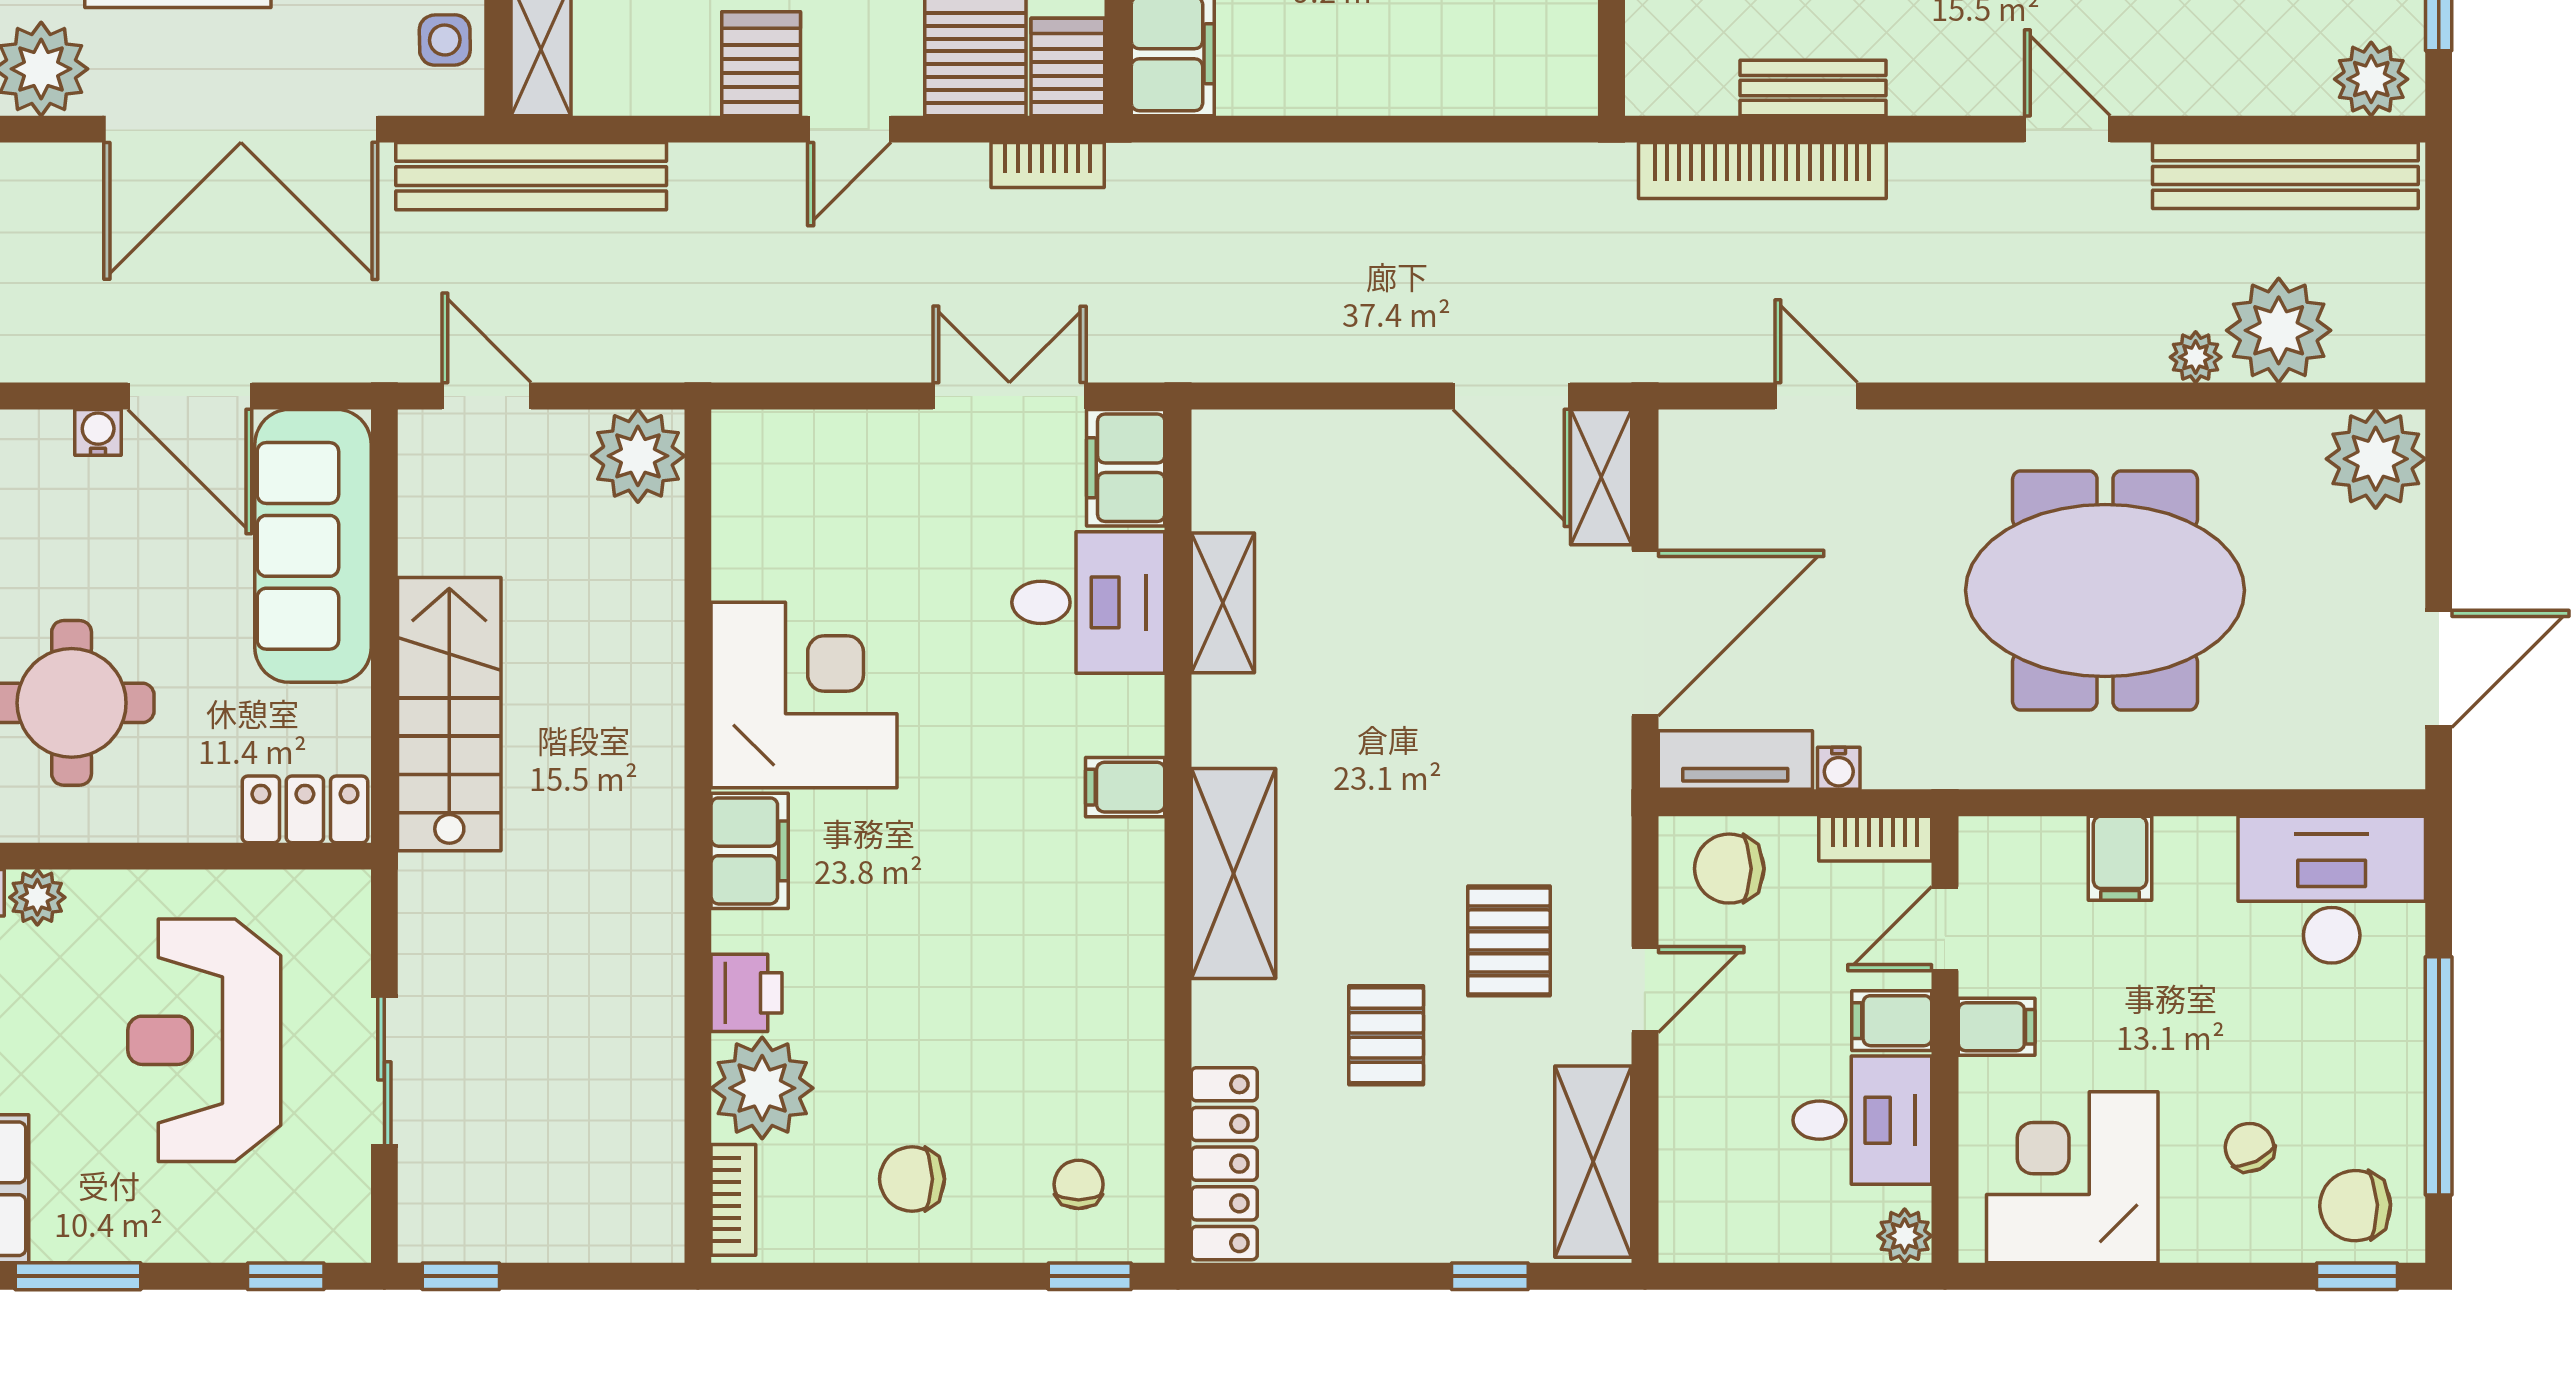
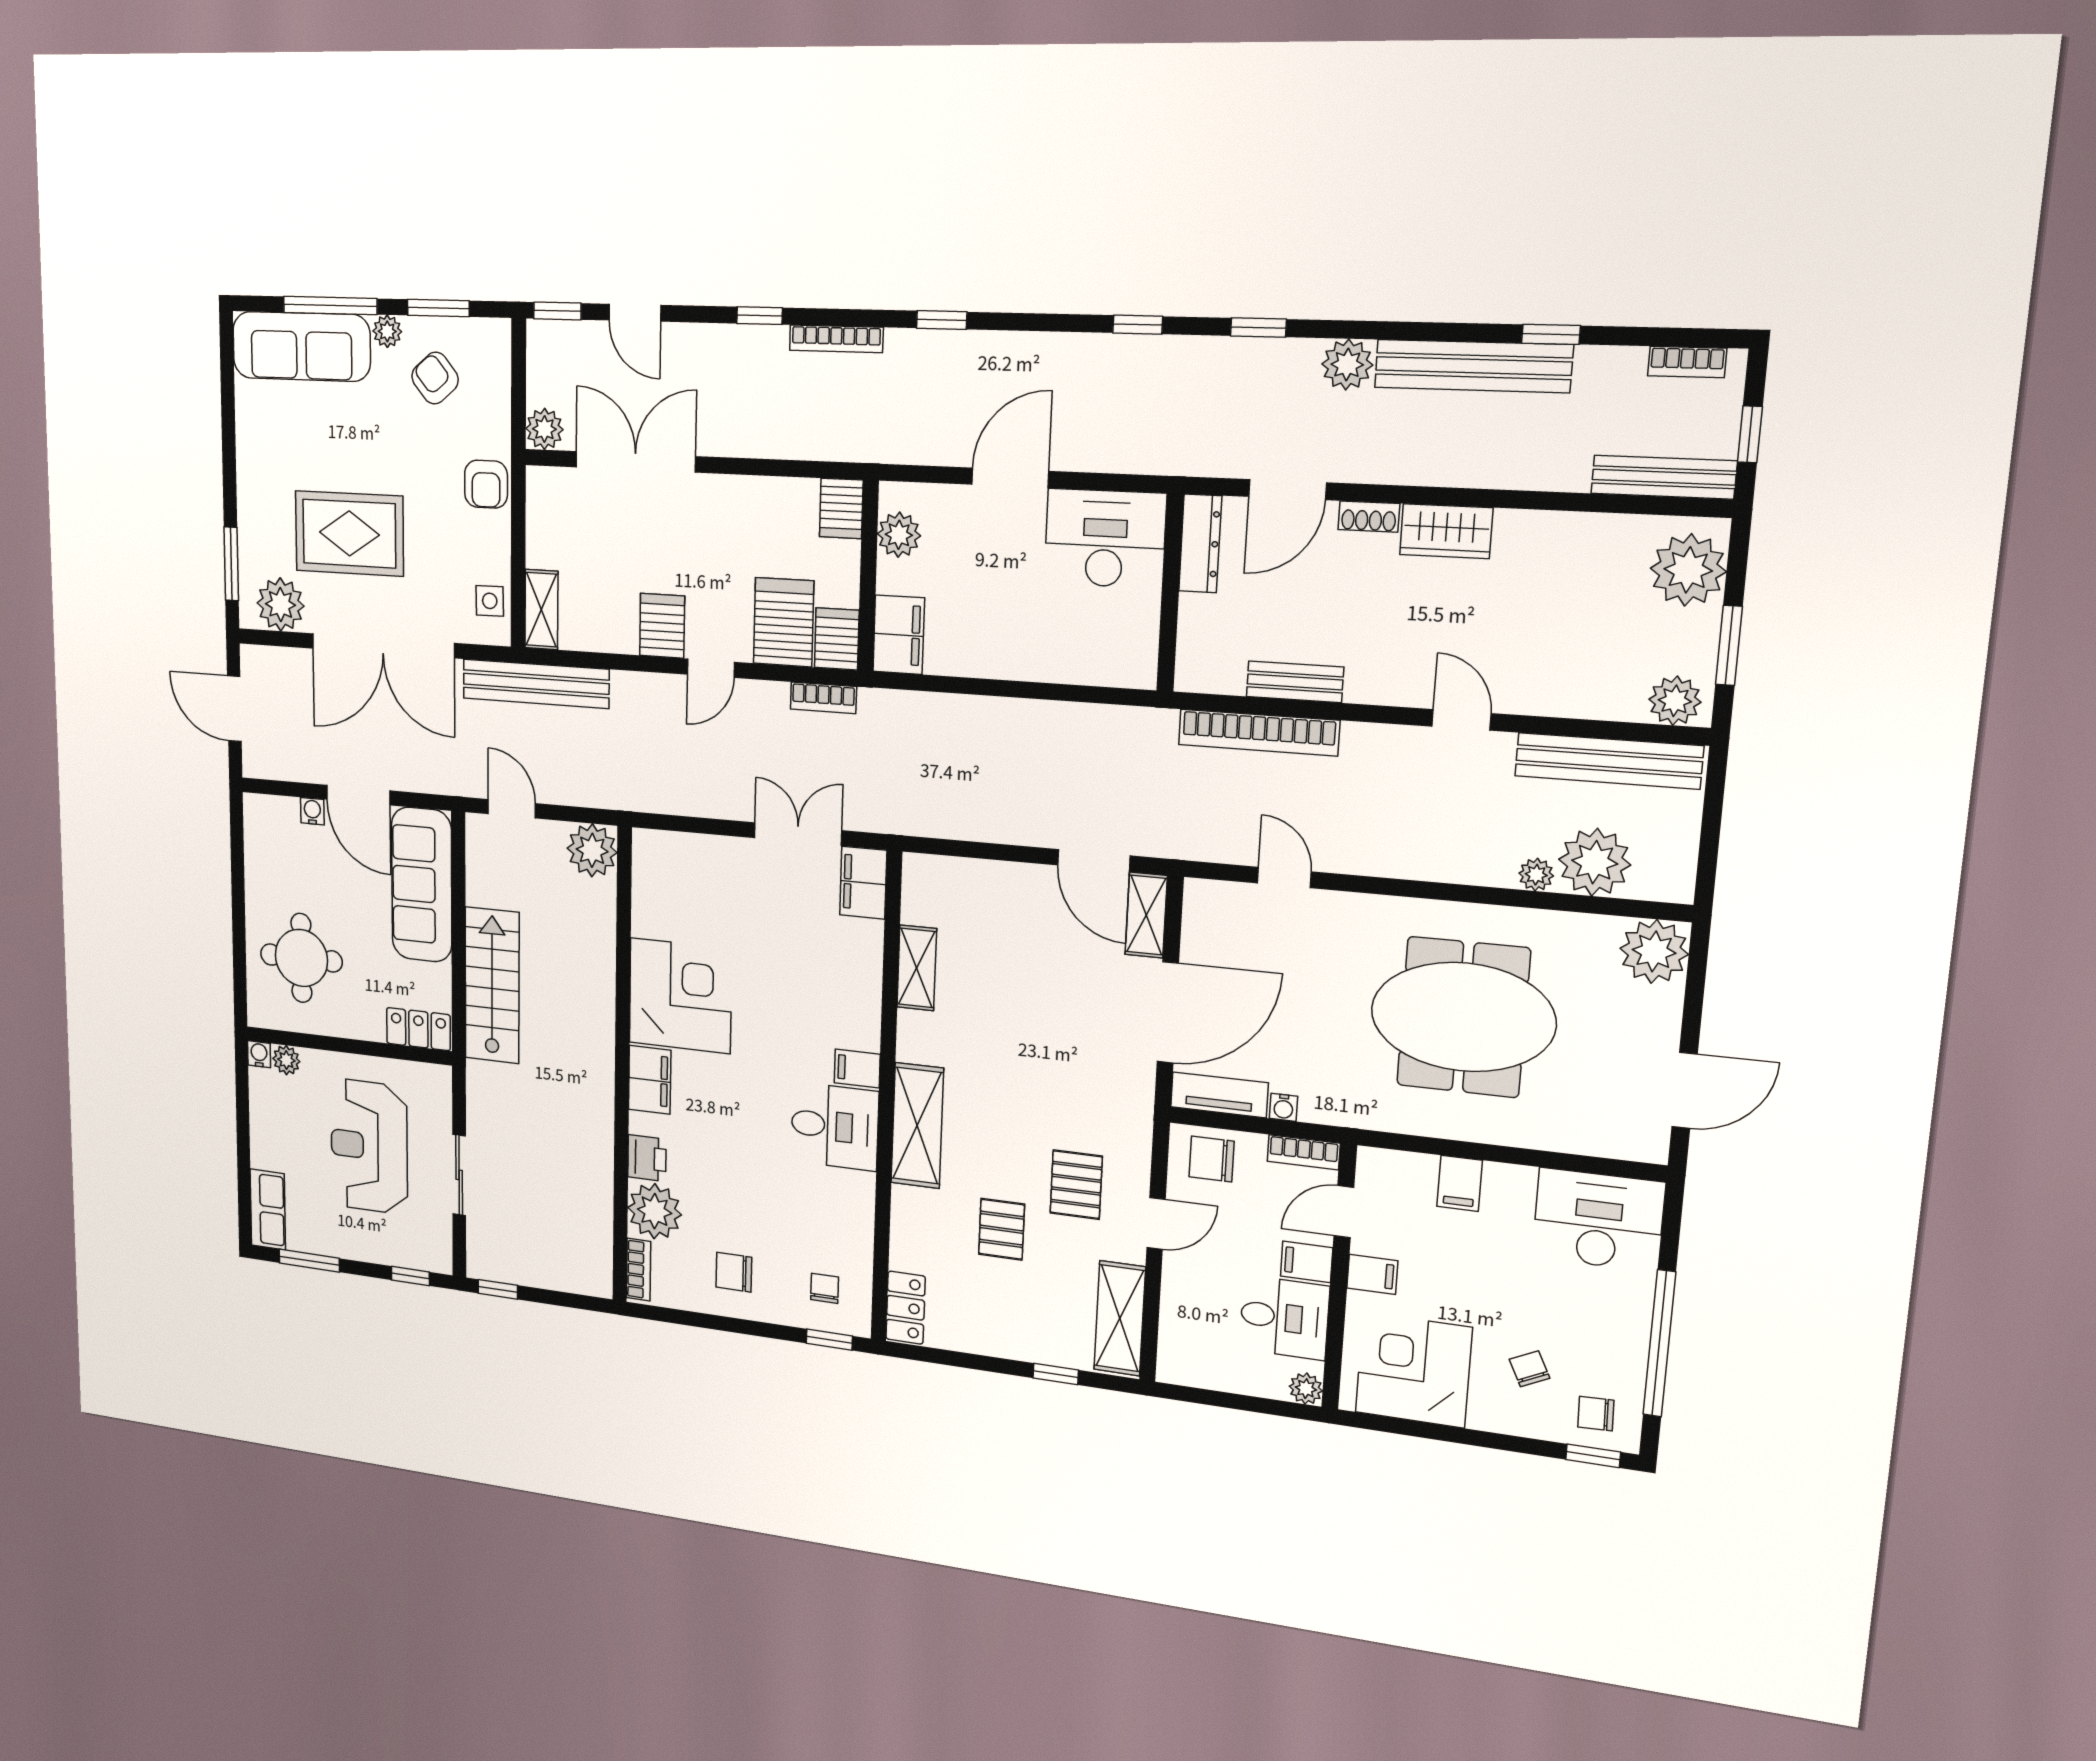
desk: (1088, 602) -> (835, 1126), moved
locker: (1224, 1164) -> (906, 1308), width x0.66
chair: (2355, 1206) -> (1596, 1414), width x0.73, depth x0.73

